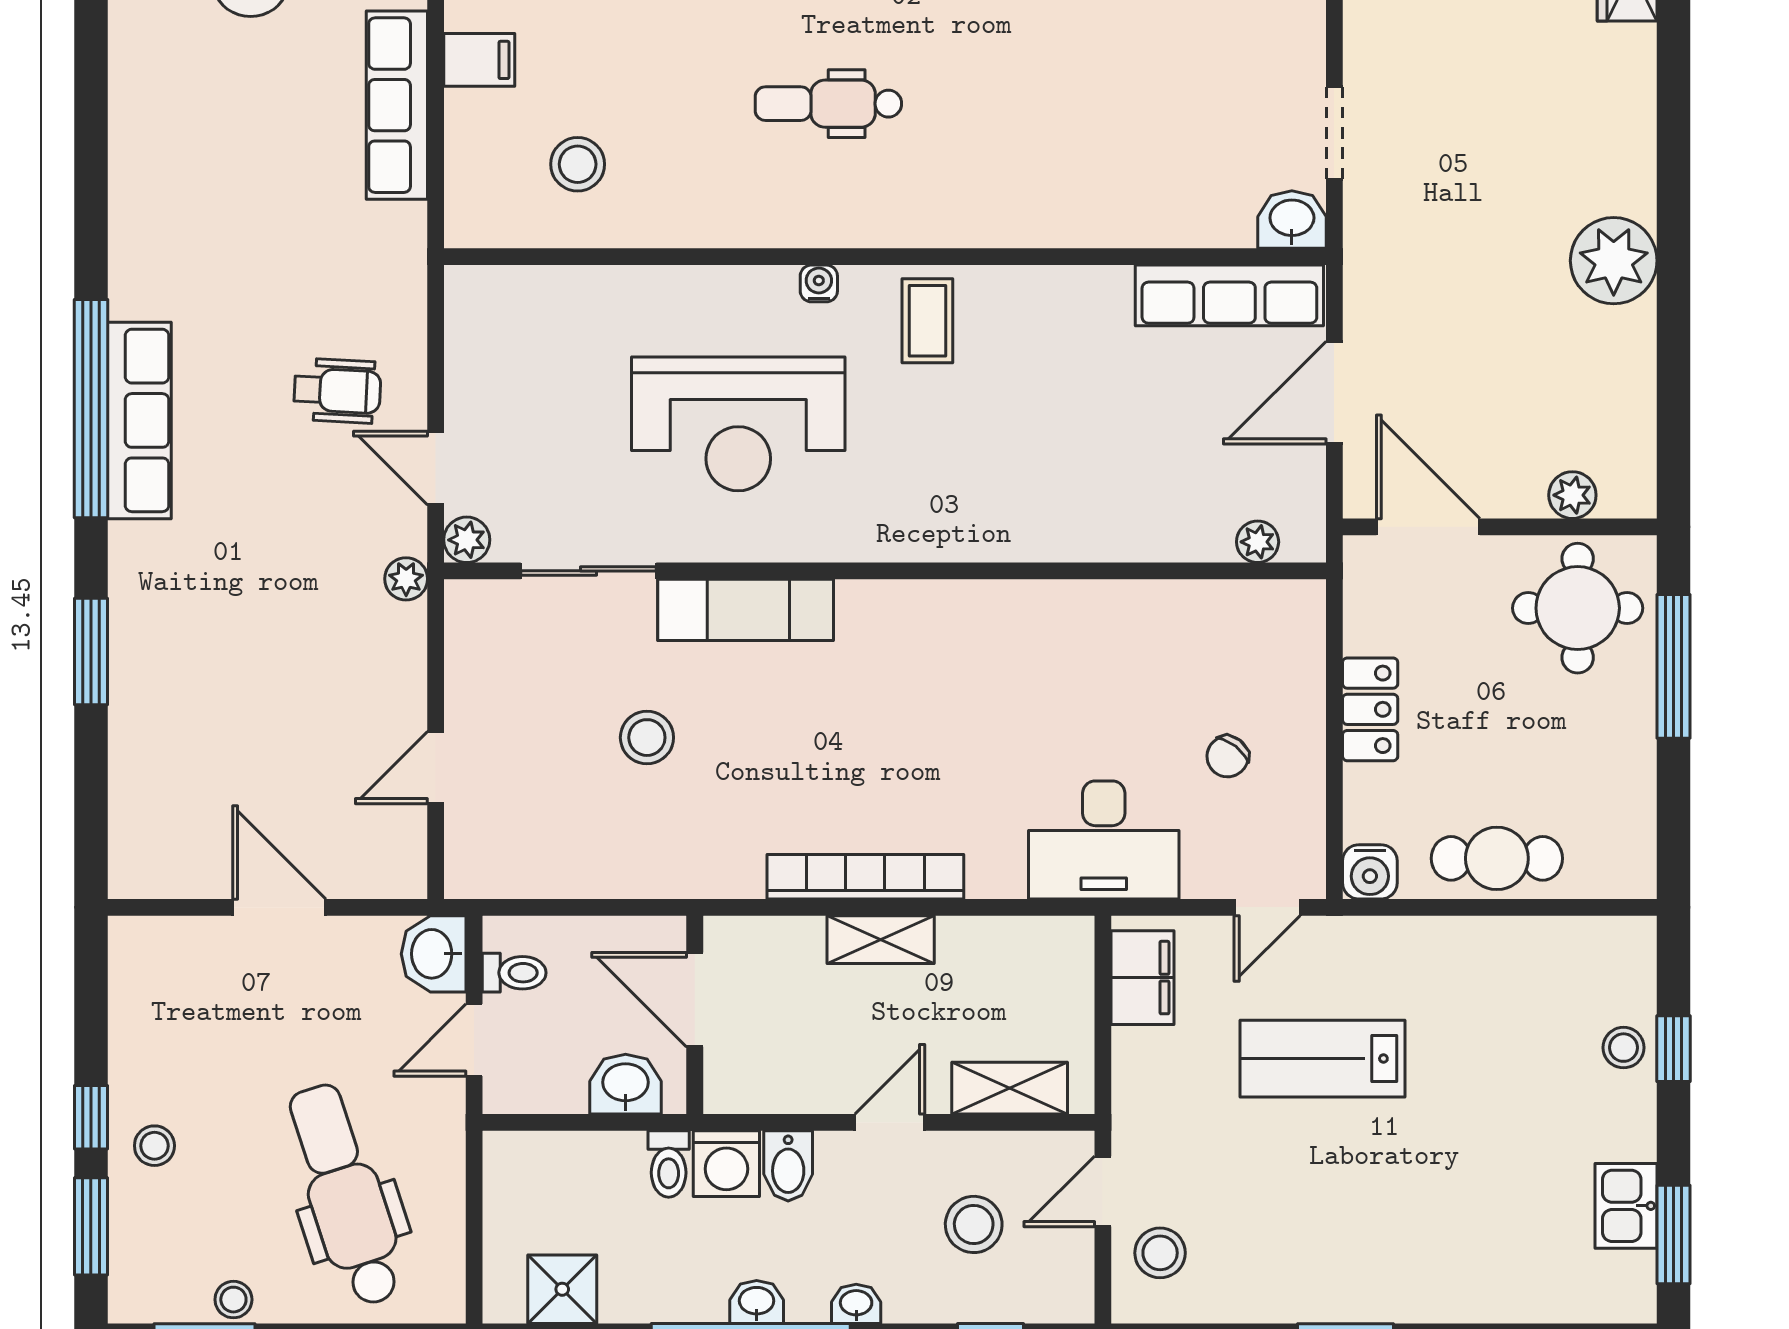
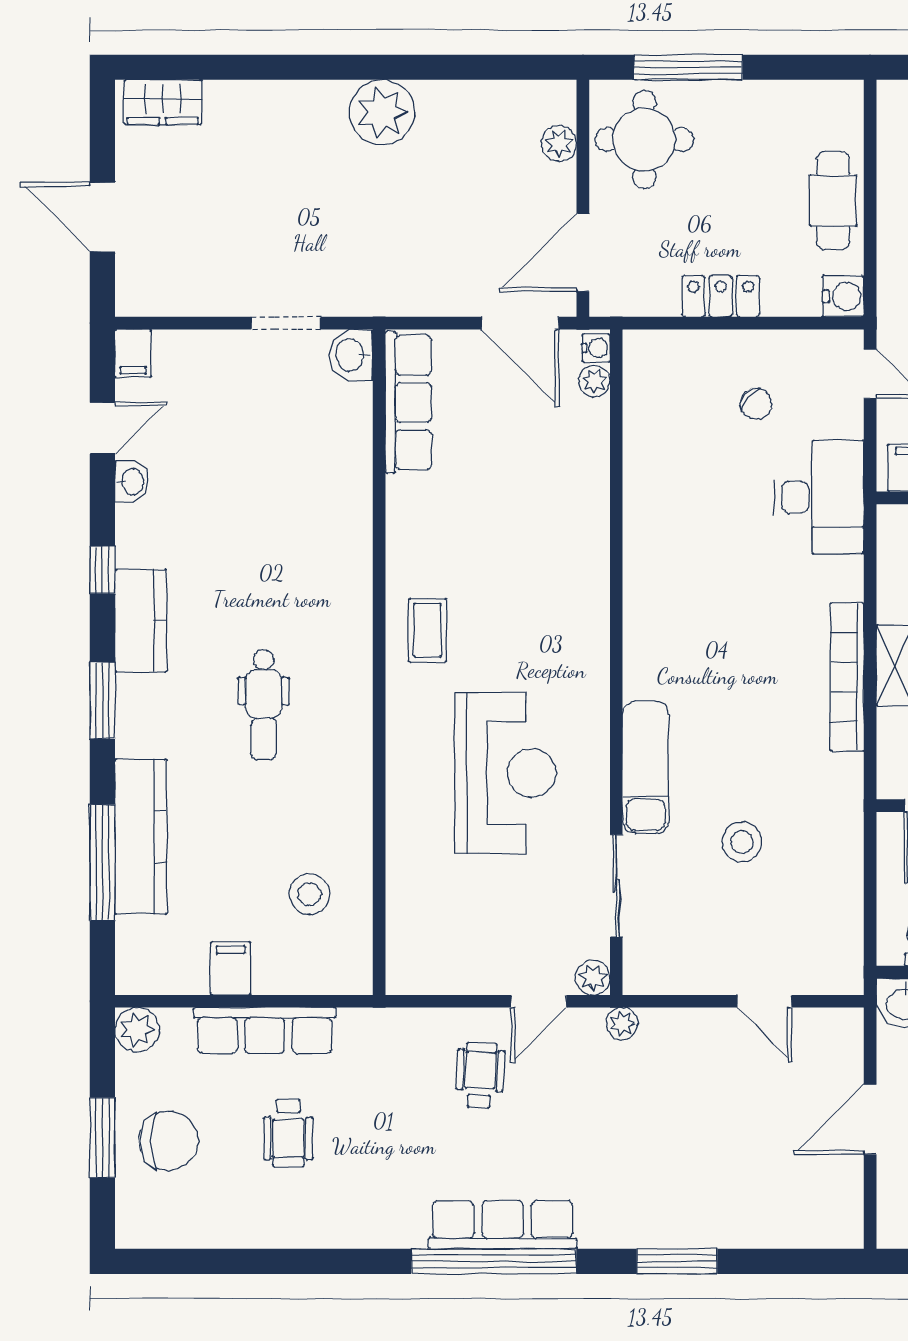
wheelchair: (261, 136) -> (288, 1133), added
water cooler: (819, 283) -> (596, 348), moved, turned 180
coffee table: (927, 321) -> (427, 630), turned 90
door: (1334, 393) -> (520, 323), moved

